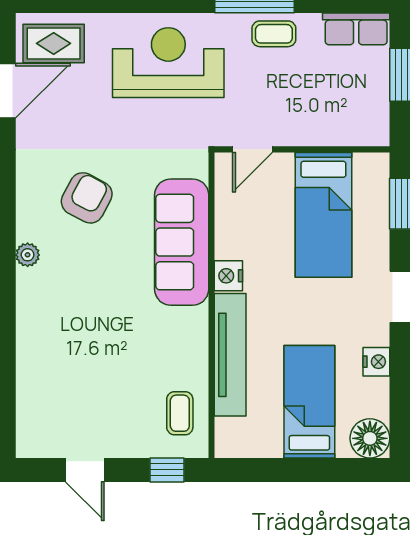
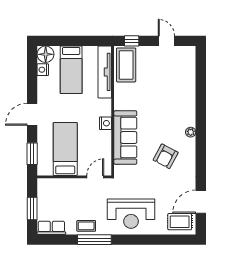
tv unit: (230, 355) -> (105, 72), moved
nightstand: (376, 362) -> (43, 70), moved
coffee table: (180, 413) -> (126, 65), width x1.86, depth x1.72

